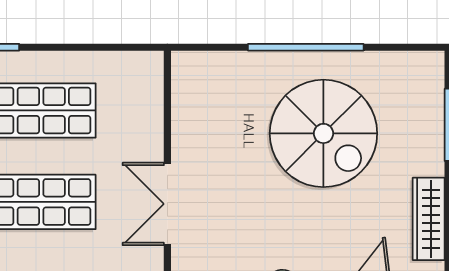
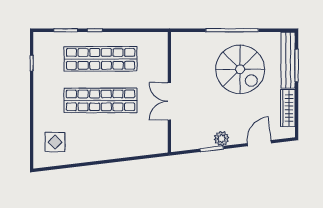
bench: (429, 113) -> (288, 60), added

